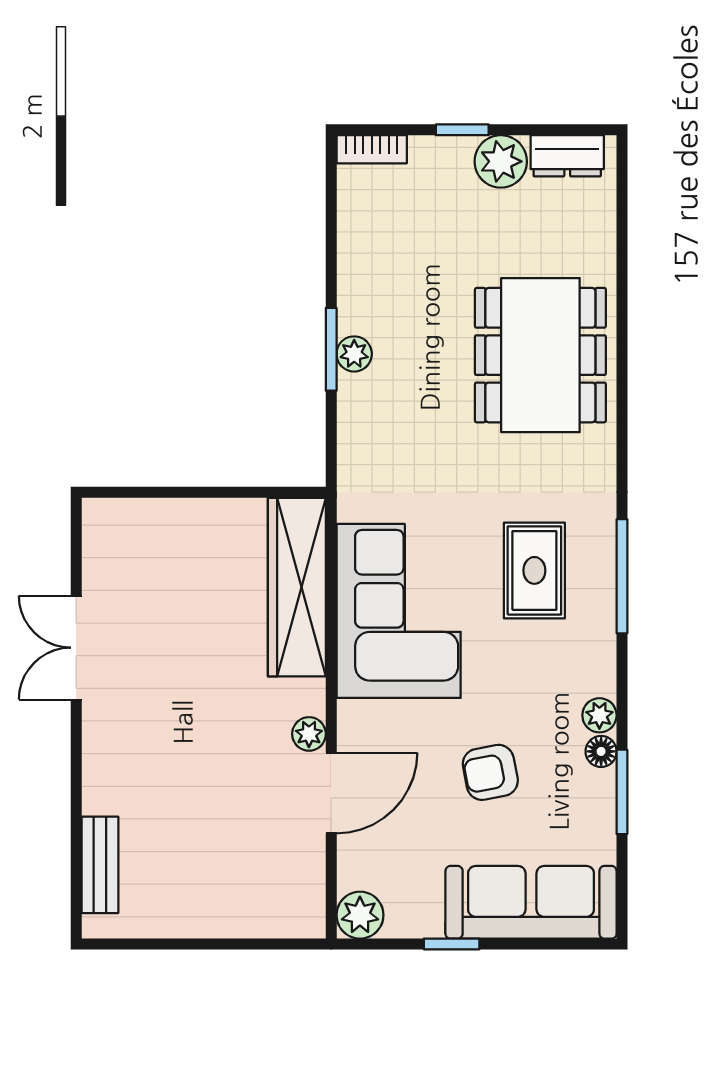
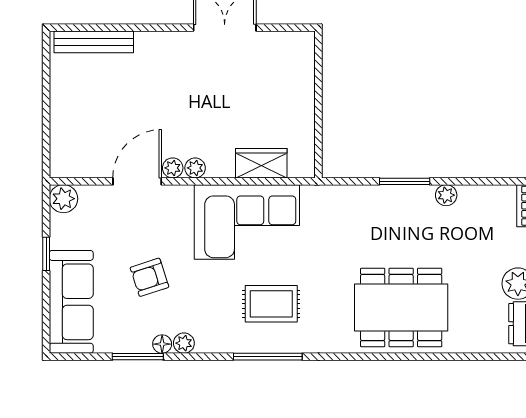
plant: (354, 354) -> (446, 195), moved
wardrobe: (297, 587) -> (261, 163), width x0.48, depth x0.85
plant: (309, 697) -> (195, 168), added
armchair: (490, 772) -> (149, 277), turned -97
door: (331, 793) -> (137, 181), swing flipped
bench: (100, 865) -> (94, 42), width x1.36

